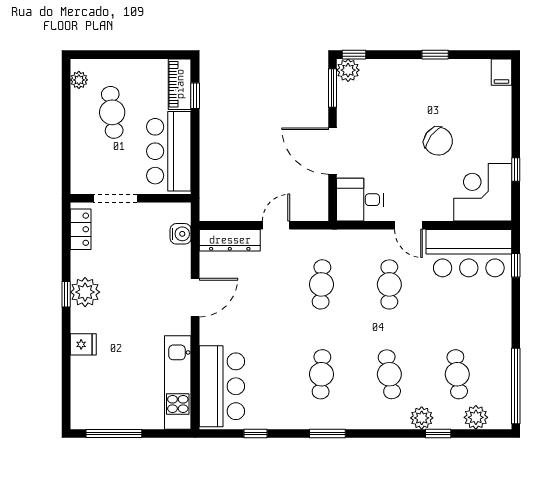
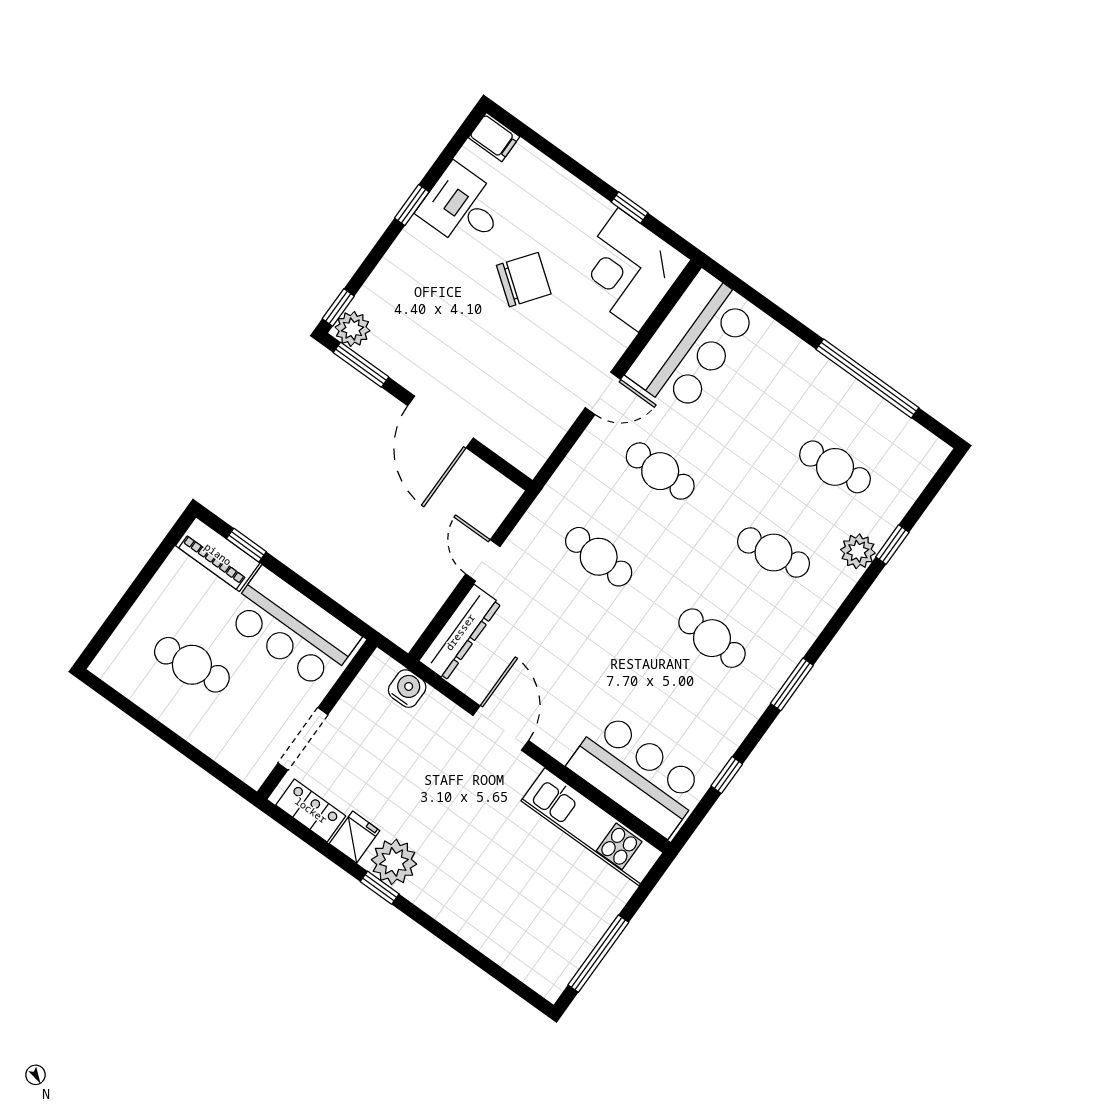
plant: (79, 80) -> (121, 677), removed
door: (333, 151) -> (440, 422), hinge flipped
desk: (360, 200) -> (463, 207), moved, turned 90
window: (516, 265) -> (751, 294), removed
fridge: (83, 344) -> (355, 837), moved
window: (516, 386) -> (867, 378), moved
plant: (476, 417) -> (906, 482), removed

